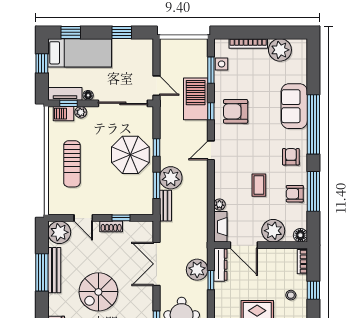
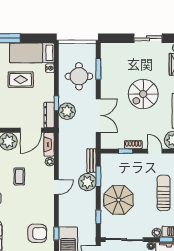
window: (156, 148) -> (98, 217), moved
door: (211, 150) -> (56, 187), moved
door: (244, 245) -> (31, 130), swing flipped
spiral stairs: (98, 292) -> (143, 94), turned 180

